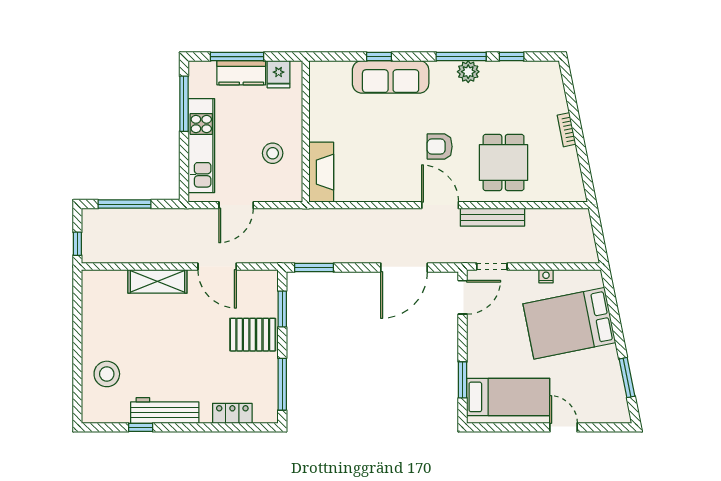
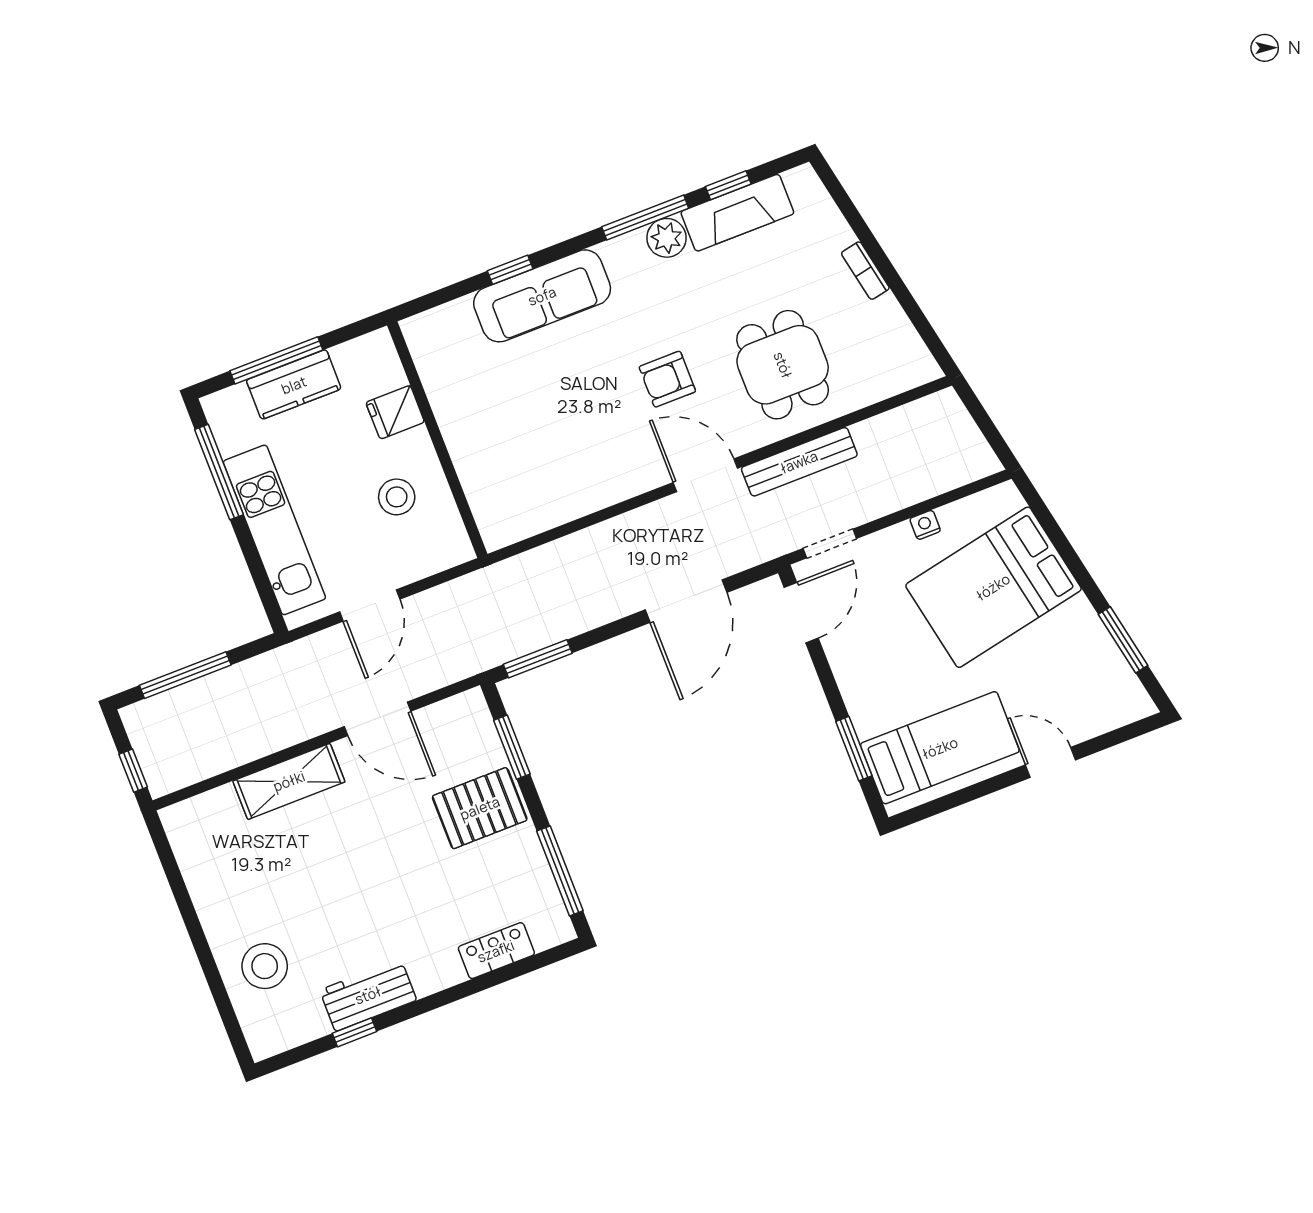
fridge: (279, 74) -> (395, 412), moved, turned 90
fireplace: (321, 172) -> (737, 213), moved, turned 90
workbench: (165, 410) -> (368, 995), width x0.73

